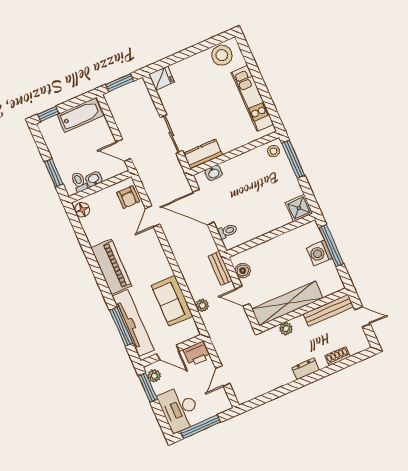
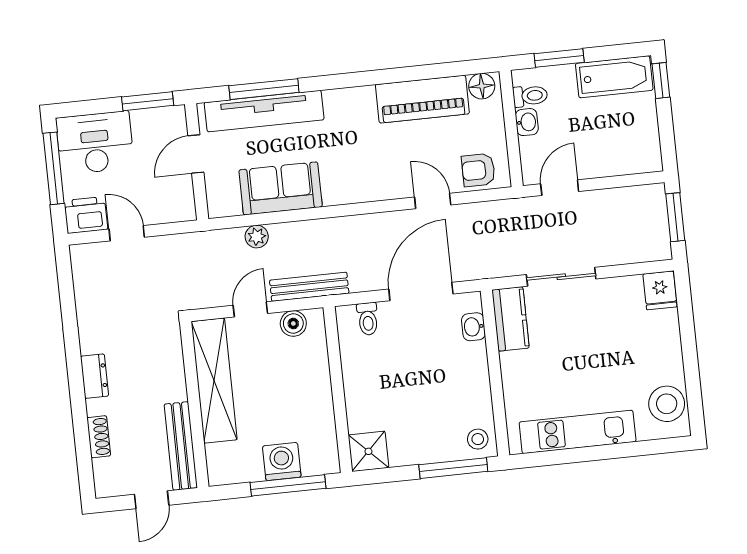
bathtub: (80, 115) -> (614, 77), moved, turned -90
piano: (111, 267) -> (422, 99), moved
bench: (220, 268) -> (309, 287), width x1.36
plant: (286, 329) -> (173, 365), removed
printer: (197, 354) -> (86, 215), moved, turned 90
plant: (154, 376) -> (164, 118), removed

